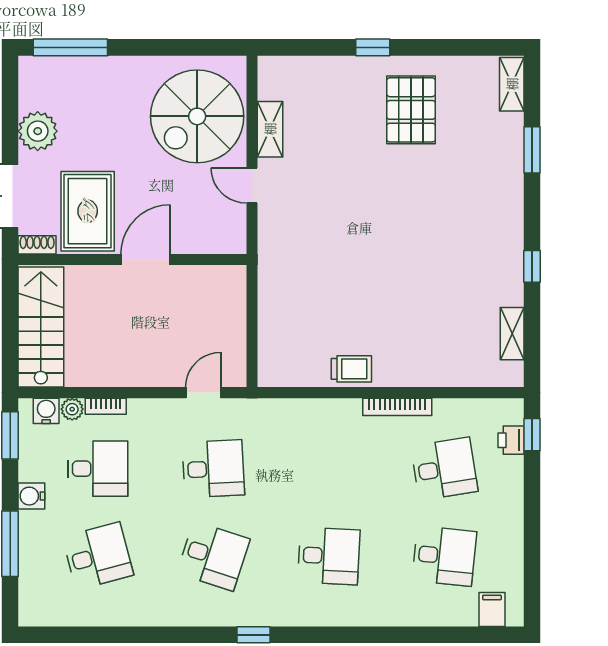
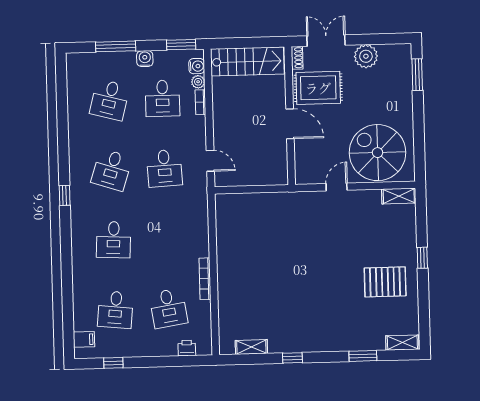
window: (70, 47) -> (417, 75), width x0.69
shelving: (270, 129) -> (399, 196), moved
trolley: (351, 369) -> (227, 250), removed
window: (532, 435) -> (113, 363), moved
desk: (98, 556) -> (110, 100), turned 30

